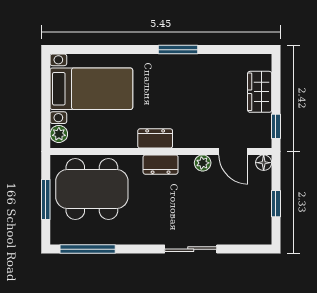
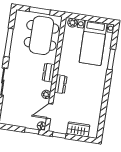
window: (178, 50) -> (111, 59), moved
dresser: (155, 138) -> (61, 84), moved
window: (276, 204) -> (32, 131), moved
window: (88, 249) -> (9, 43), moved

